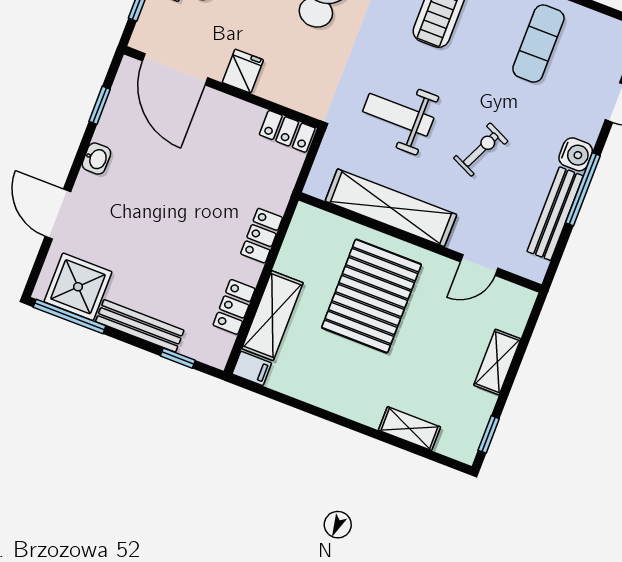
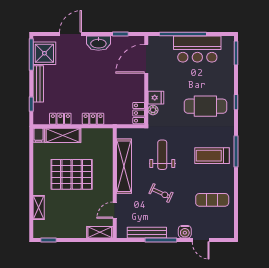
fridge: (243, 71) -> (156, 98), moved
plant: (293, 97) -> (153, 110), added
water cooler: (576, 154) -> (185, 232), moved
washbasin: (96, 159) -> (98, 43), width x1.91, depth x1.45
door: (479, 265) -> (115, 210), hinge flipped
pallet: (371, 296) -> (72, 174), moved
shelving: (497, 362) -> (100, 232), moved

